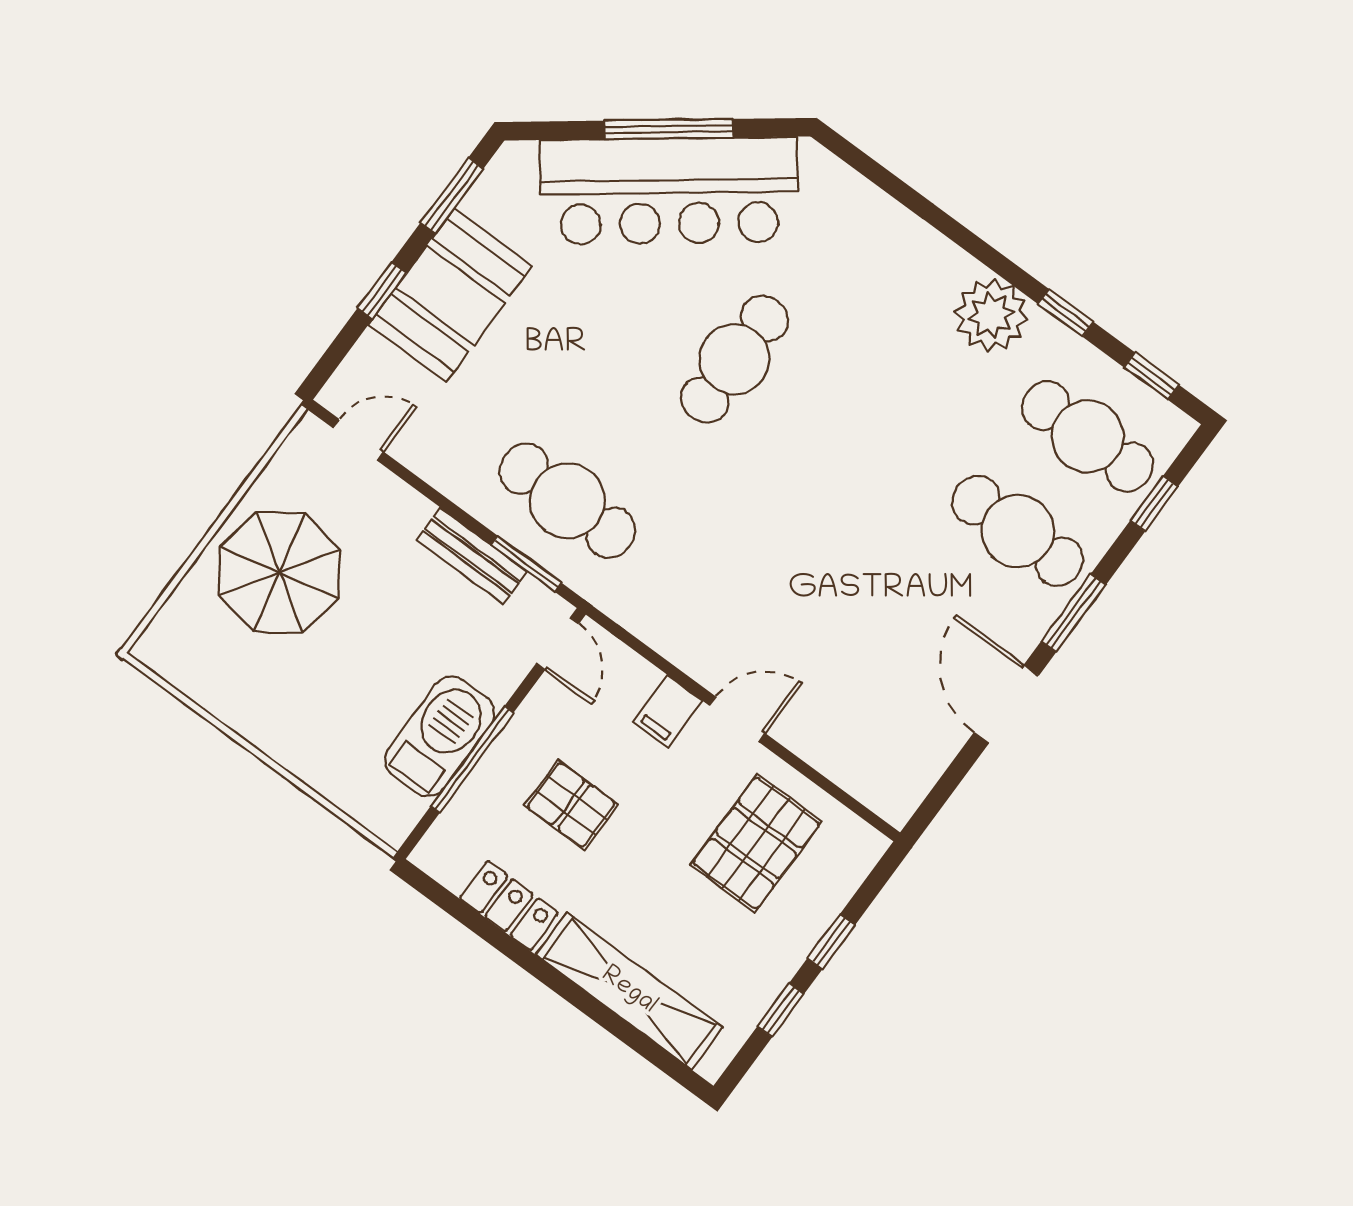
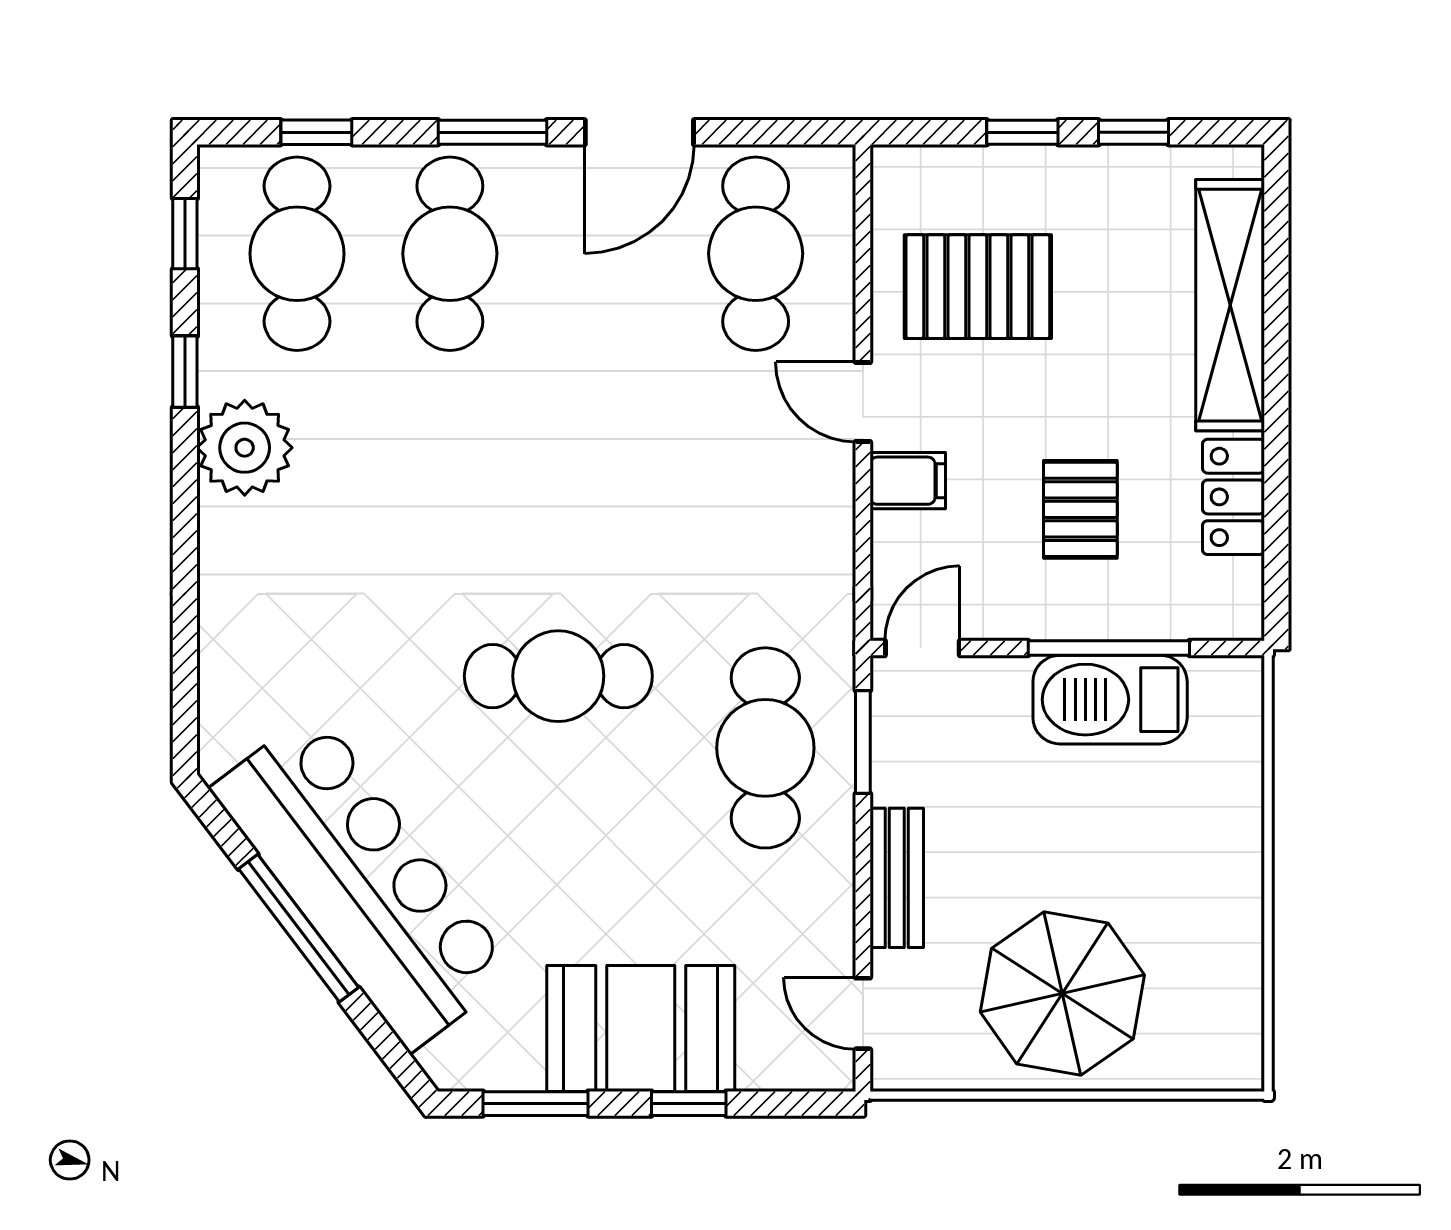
cafe table: (735, 359) -> (558, 676), moved
bench: (472, 556) -> (897, 878), moved
cafe table: (878, 720) -> (756, 254), added

